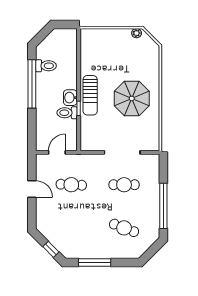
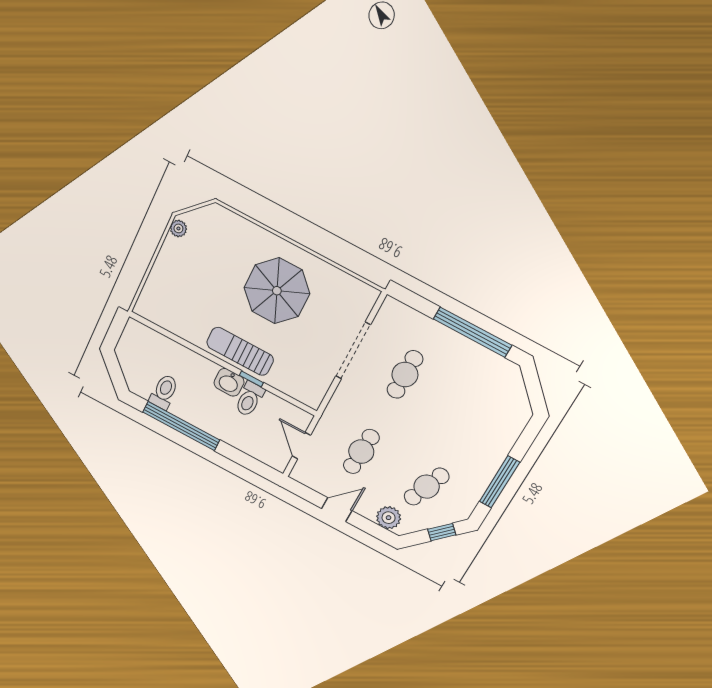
sun lounger: (90, 95) -> (240, 351), turned 180
plant: (43, 218) -> (389, 518), added
cafe table: (124, 228) -> (427, 487), moved

